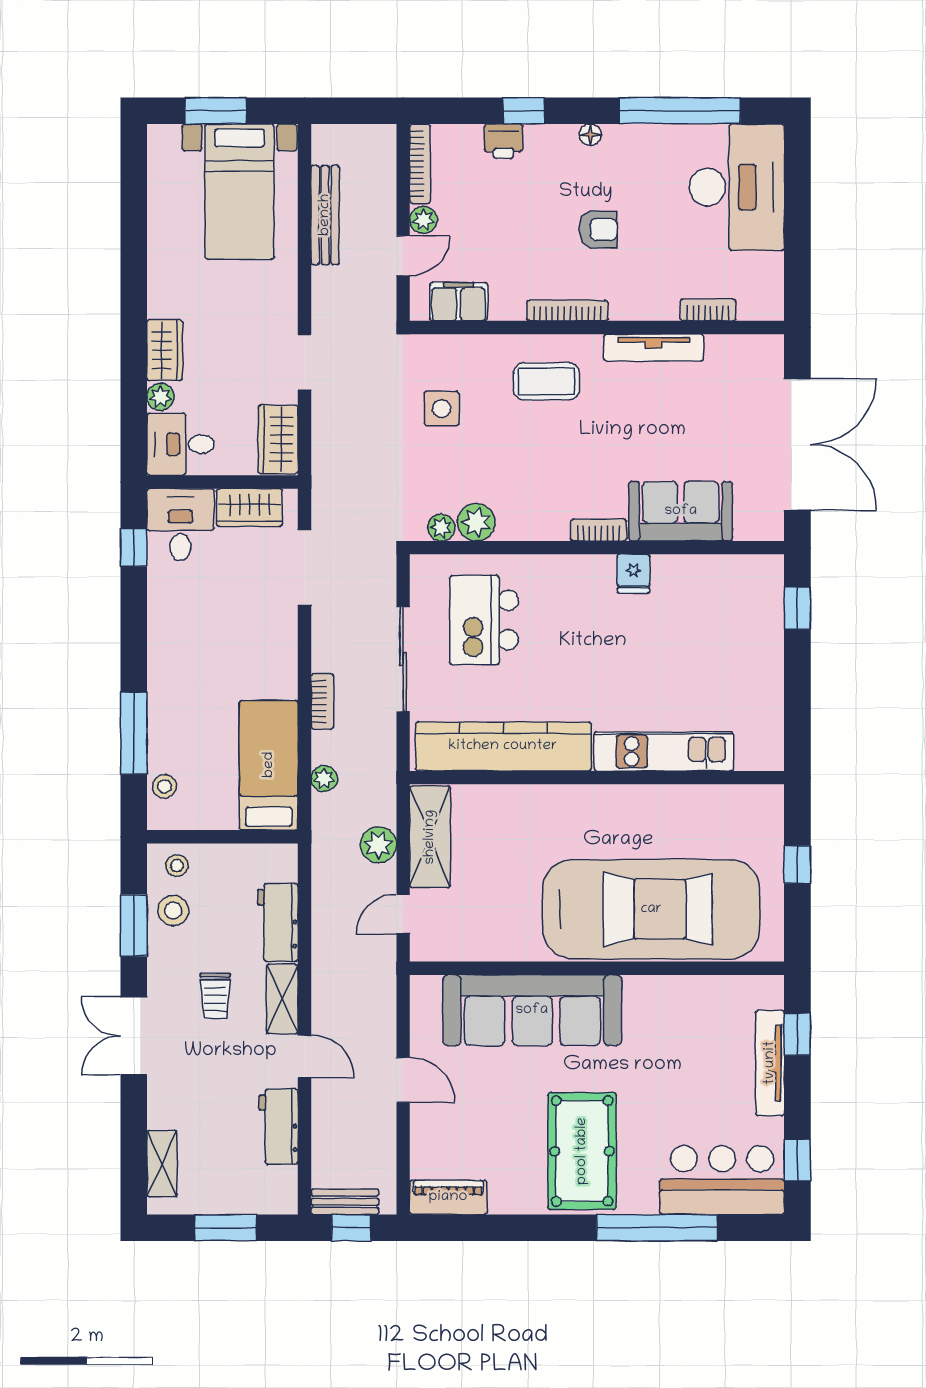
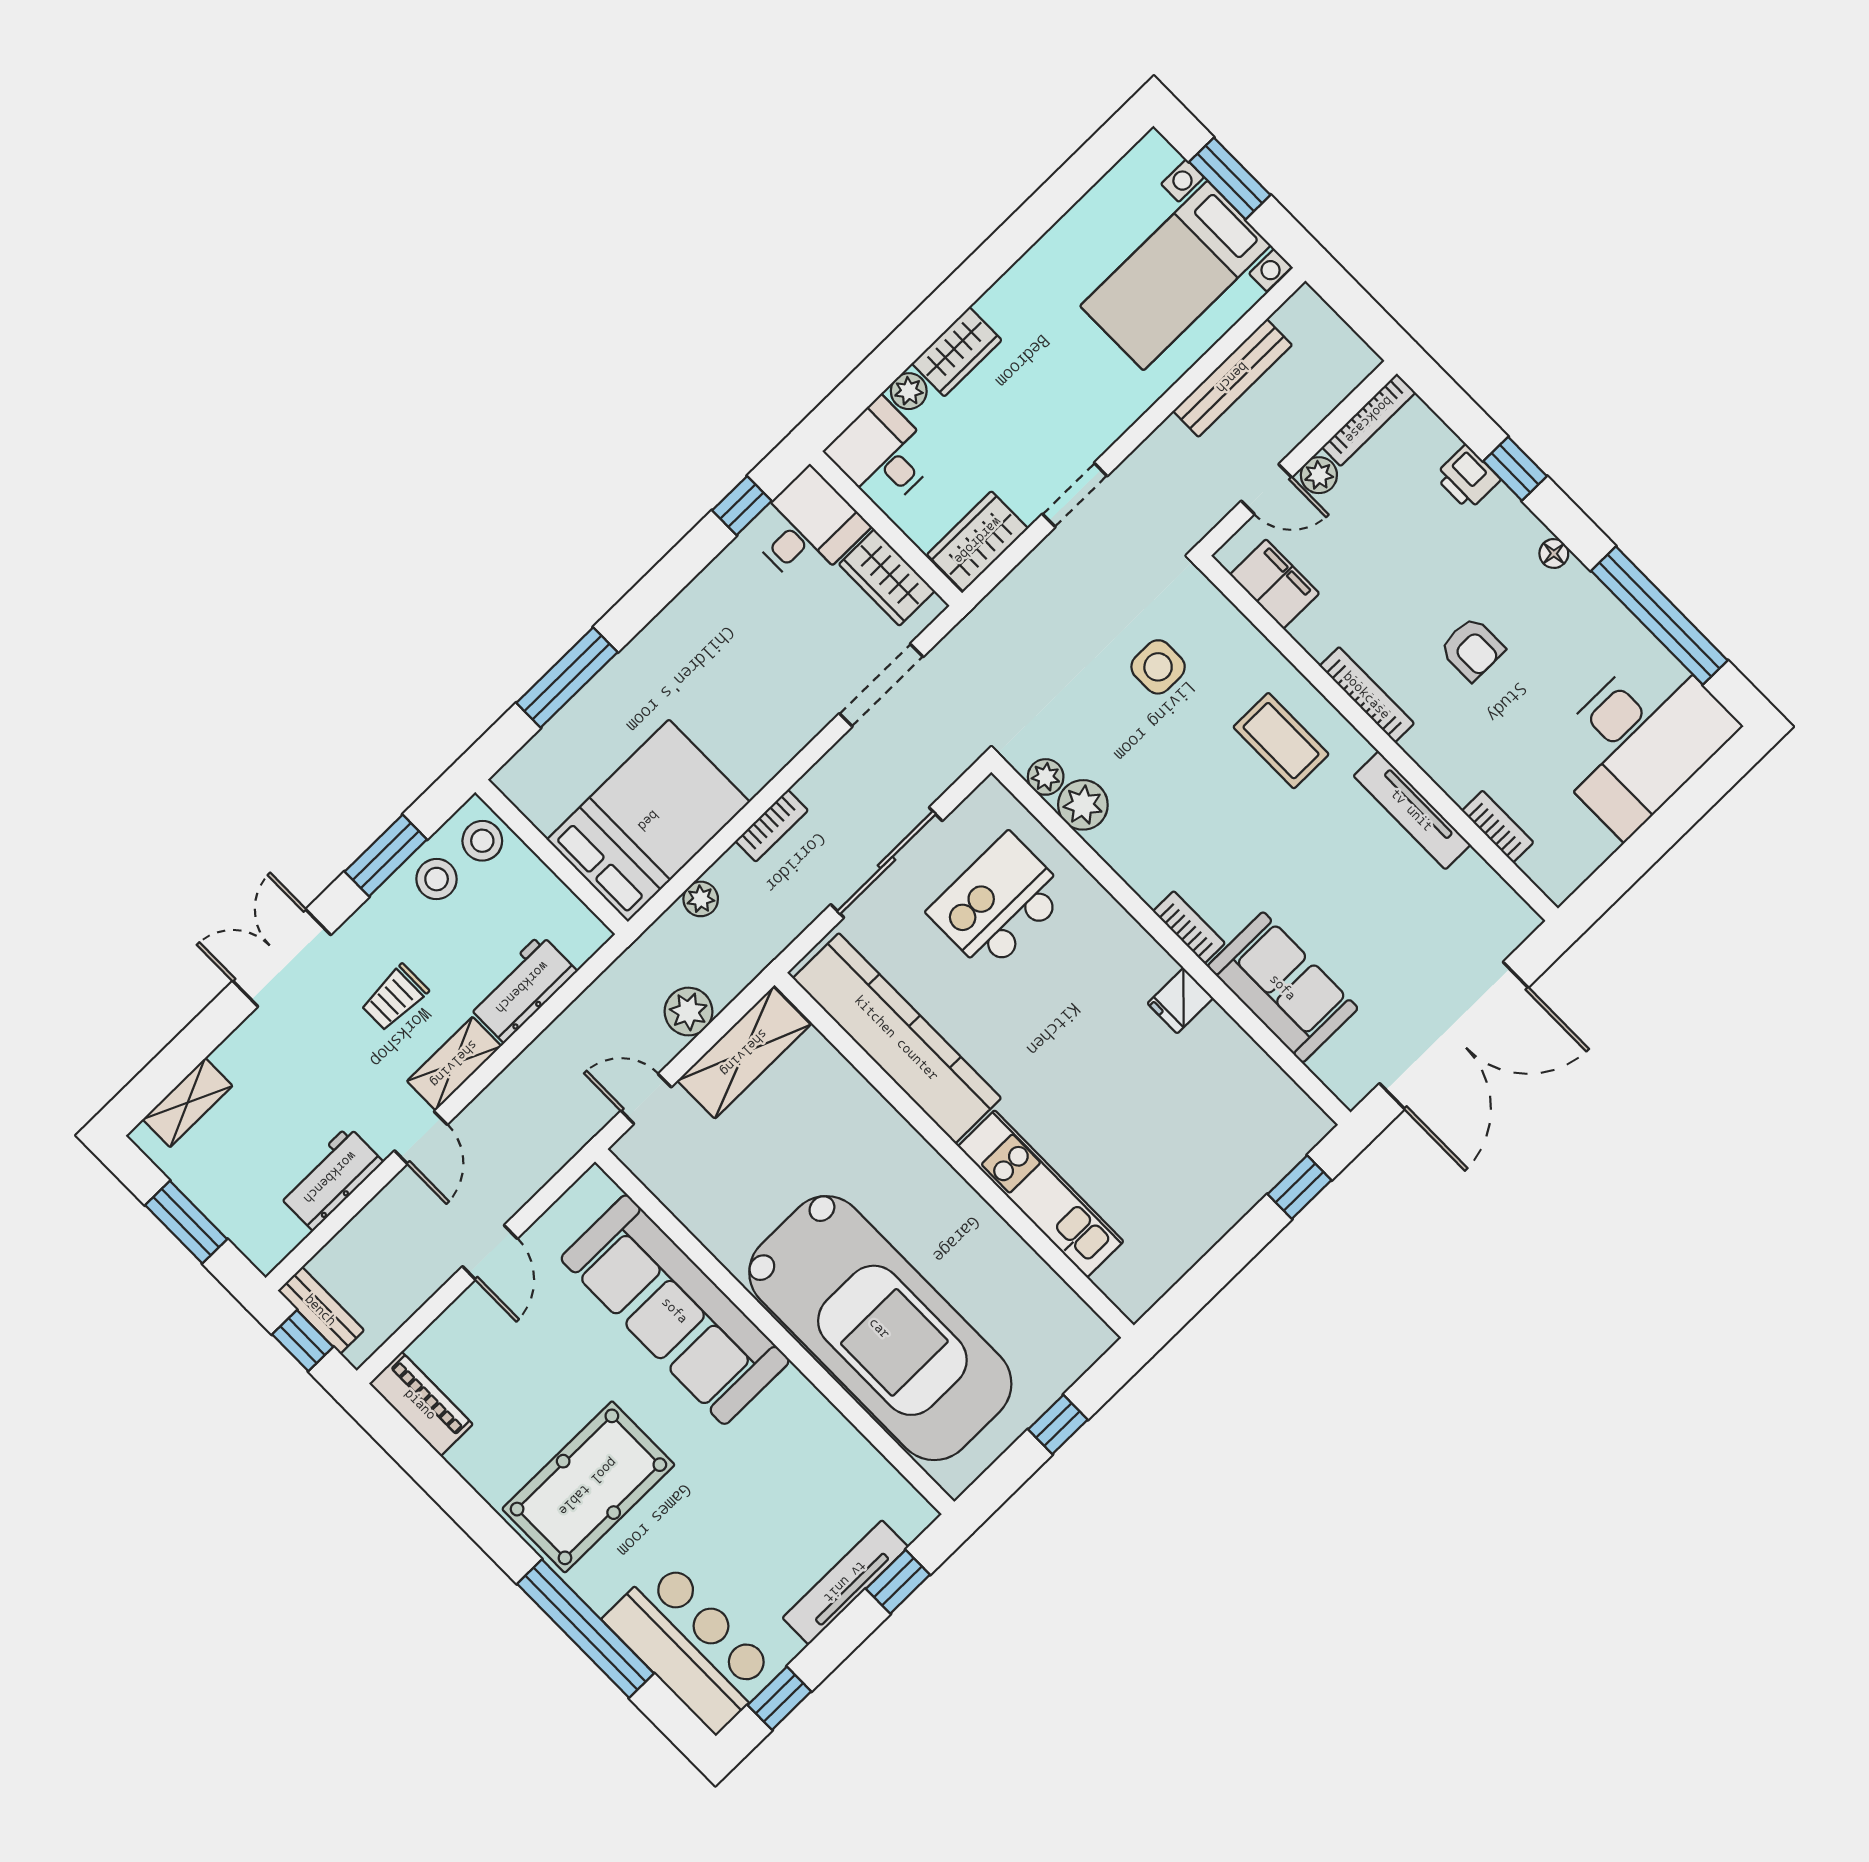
bed: (269, 765) -> (648, 821), width x1.50
stool: (164, 786) -> (545, 756), removed
stool: (177, 866) -> (482, 841), width x1.37, depth x1.37

